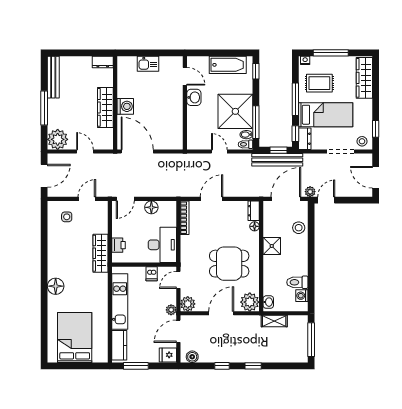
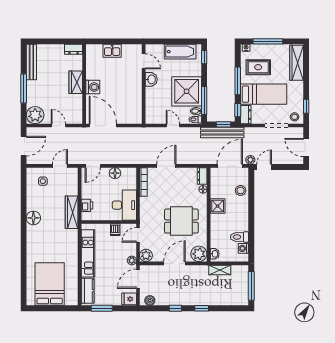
wardrobe: (105, 107) -> (76, 82), width x0.67
floor lamp: (56, 286) -> (33, 218), moved

